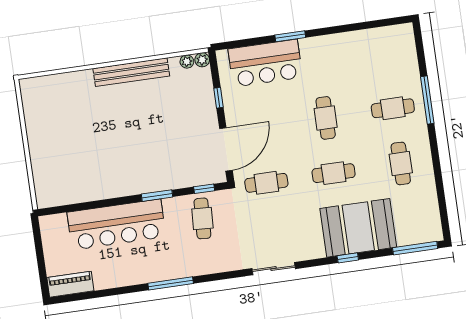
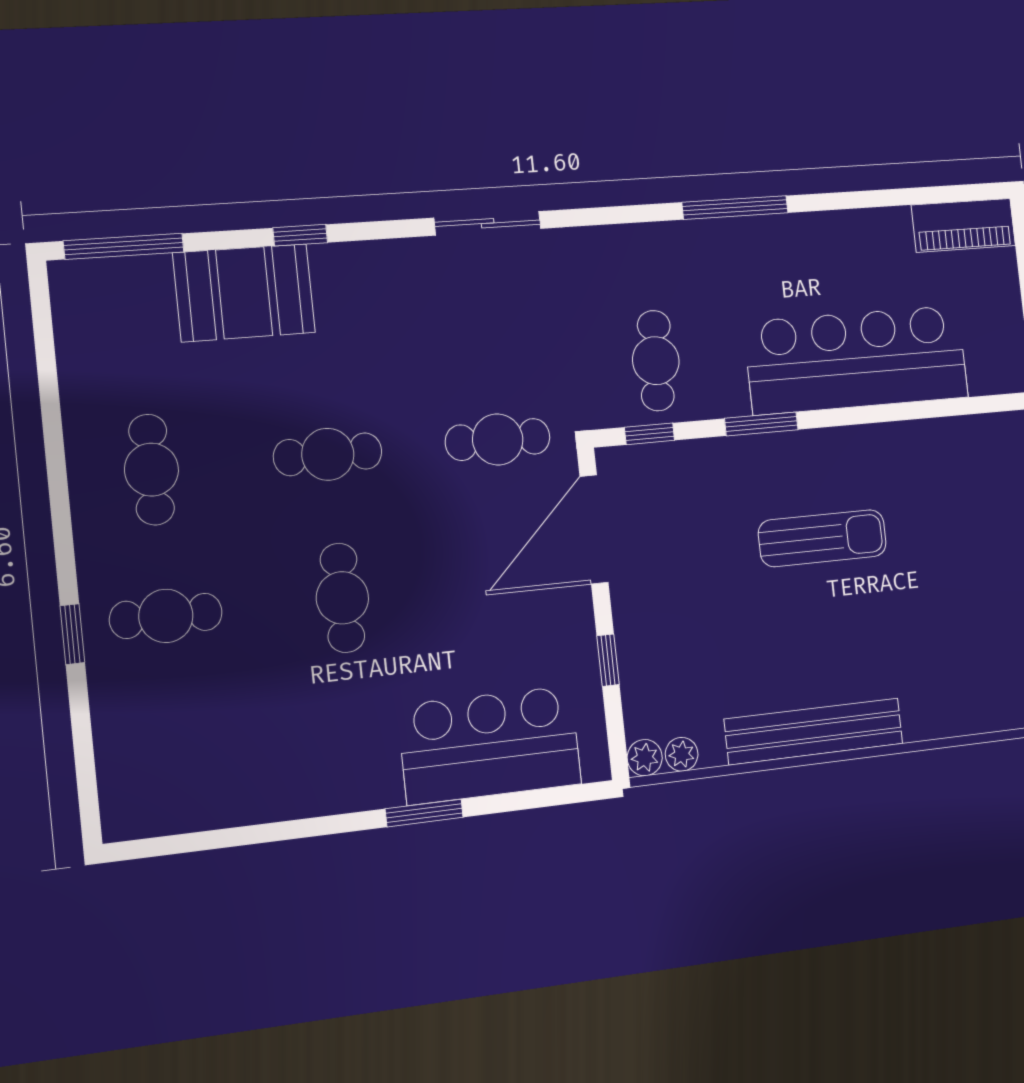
window: (427, 100) -> (72, 634), width x0.46
sun lounger: (130, 150) -> (822, 538), added
booth: (358, 228) -> (244, 293), width x0.73, depth x0.70

